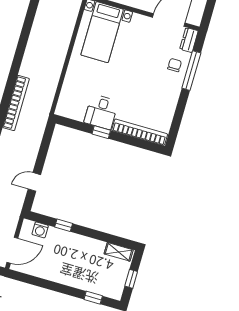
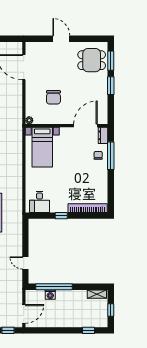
desk: (101, 112) -> (39, 202), moved
door: (34, 182) -> (25, 263), hinge flipped
window: (64, 225) -> (54, 287), width x3.17
washing machine: (40, 230) -> (50, 295), moved

